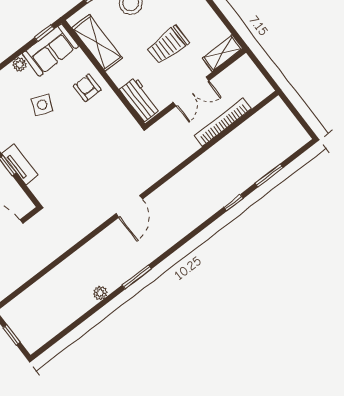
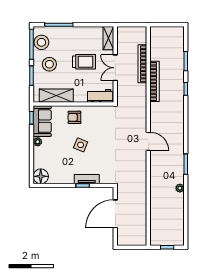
trolley: (168, 45) -> (84, 62), turned -90
double door: (191, 91) -> (115, 68), swing flipped
side table: (42, 105) -> (81, 145), moved
bookcase: (212, 155) -> (155, 81), added

